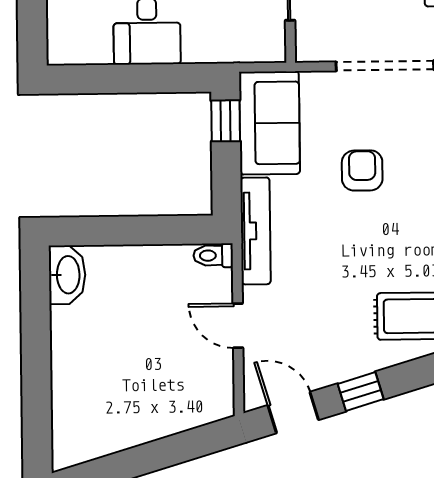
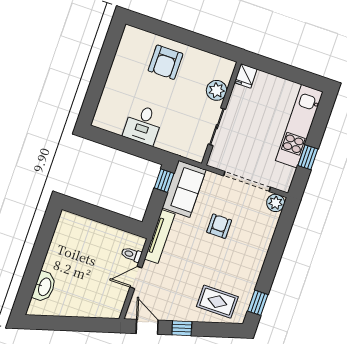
toilet: (213, 255) -> (131, 254), moved
washbasin: (67, 275) -> (44, 287), moved
door: (238, 326) -> (136, 277), hinge flipped

